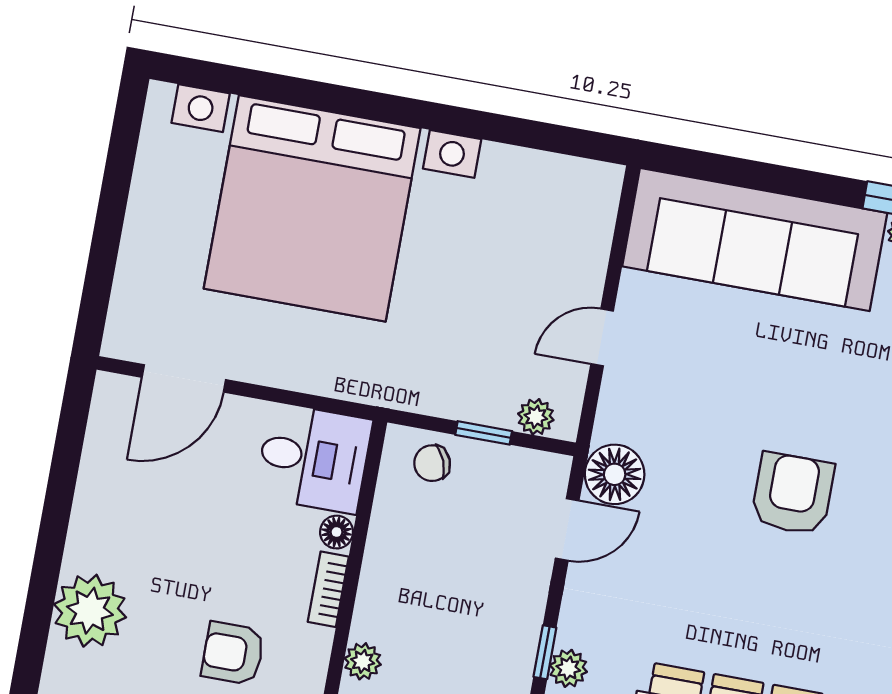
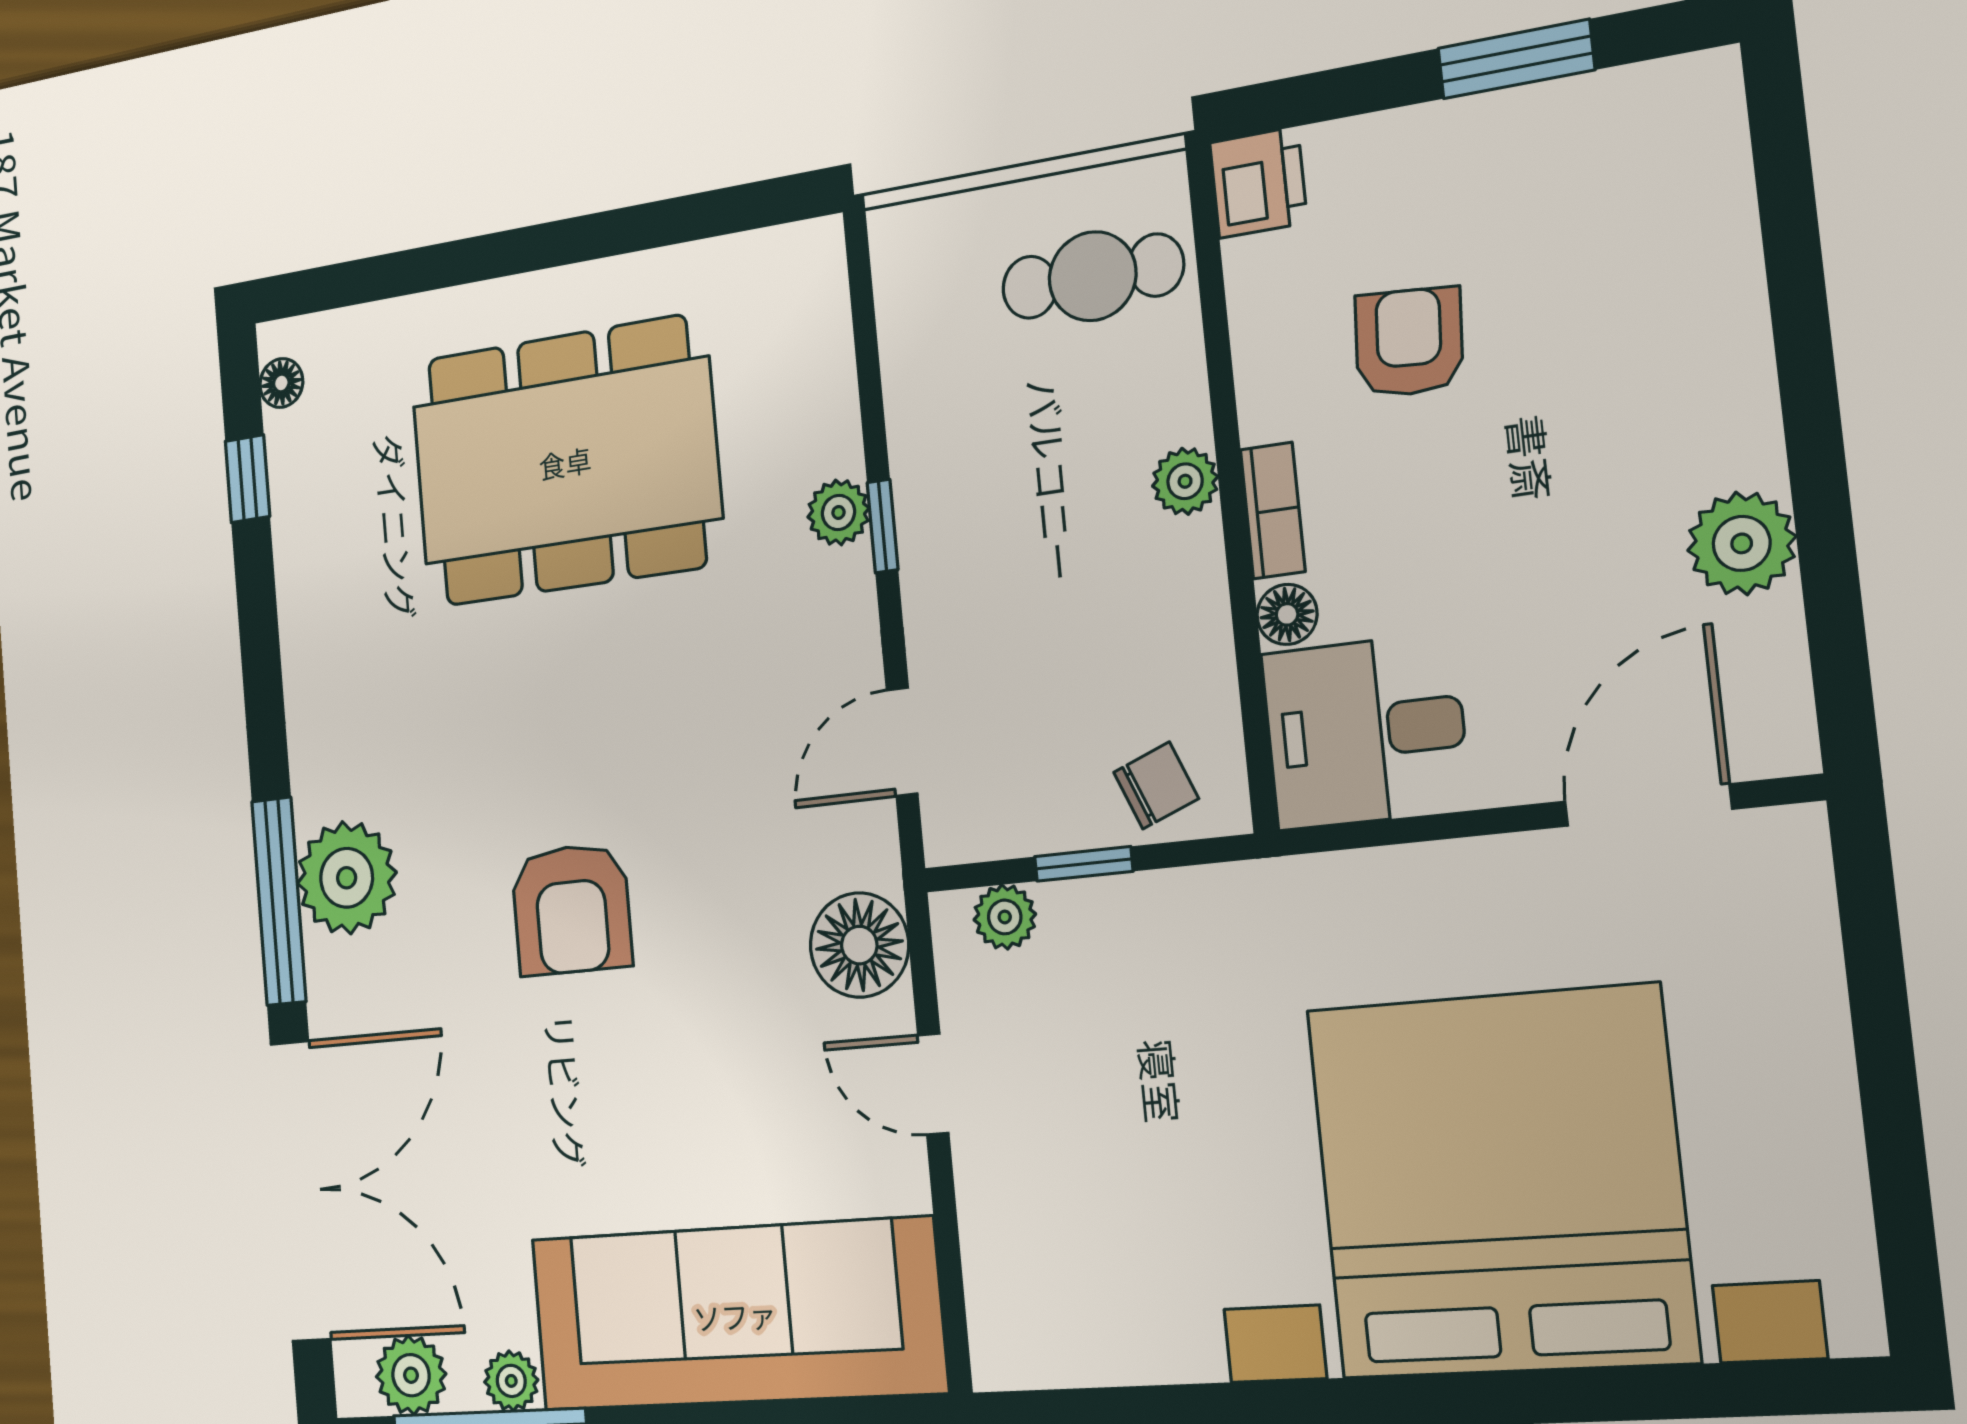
door: (602, 337) -> (933, 1084), swing flipped
floor lamp: (615, 474) -> (859, 945), moved
plant: (90, 611) -> (1742, 543), moved, width x0.73, depth x0.73
armchair: (233, 653) -> (1409, 342), turned -86
plant: (363, 661) -> (1185, 481), moved

